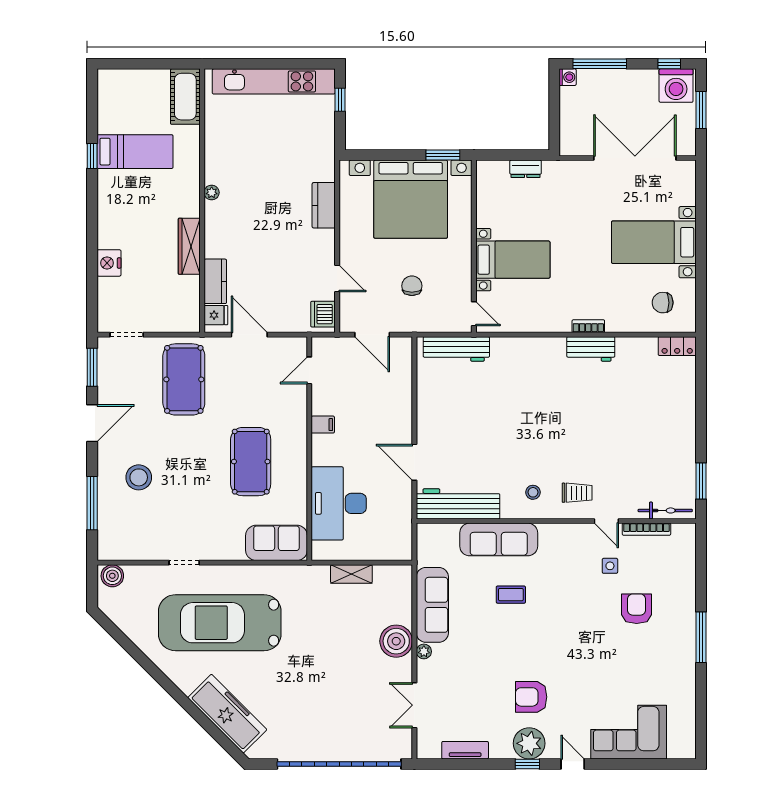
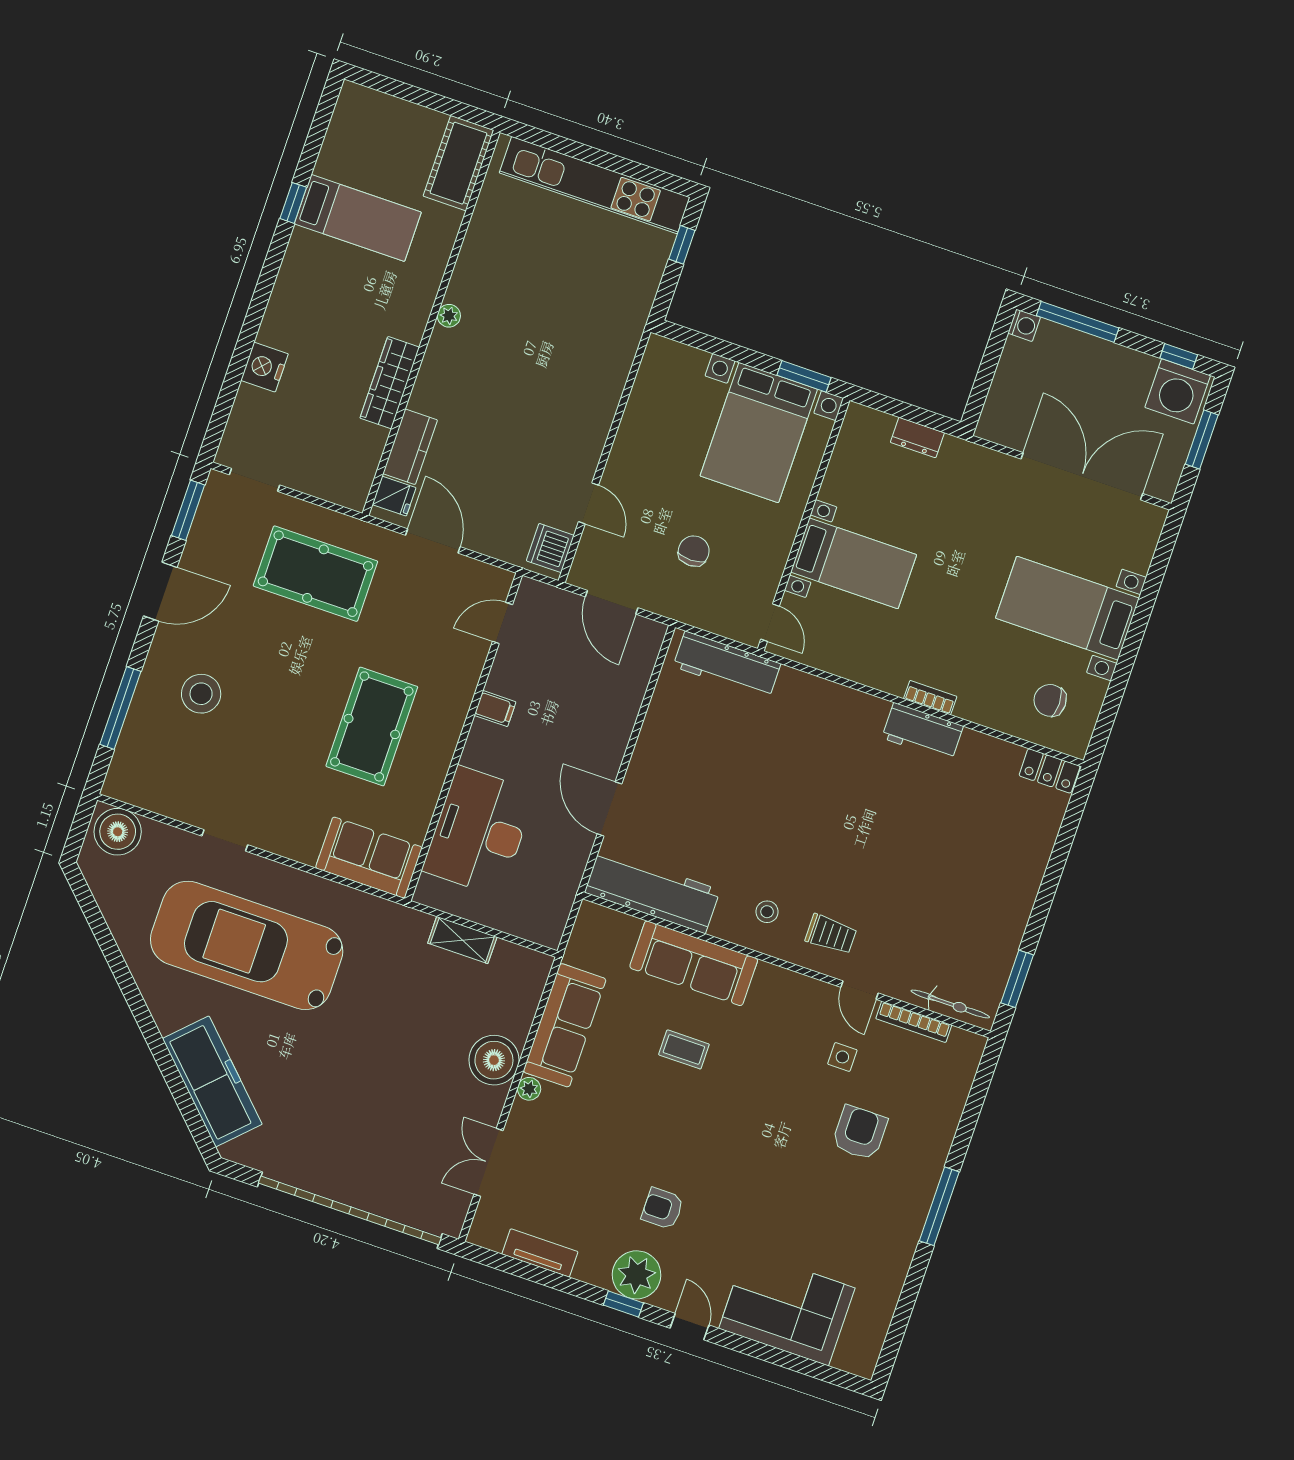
bed with nightstands: (411, 199) -> (759, 433), width x0.73
kitchen counter: (324, 205) -> (606, 390), removed
pool table: (184, 379) -> (315, 574), turned 90
boiler: (112, 576) -> (118, 832), width x1.37, depth x1.37
armchair: (531, 697) -> (662, 1208), width x0.72, depth x0.72

